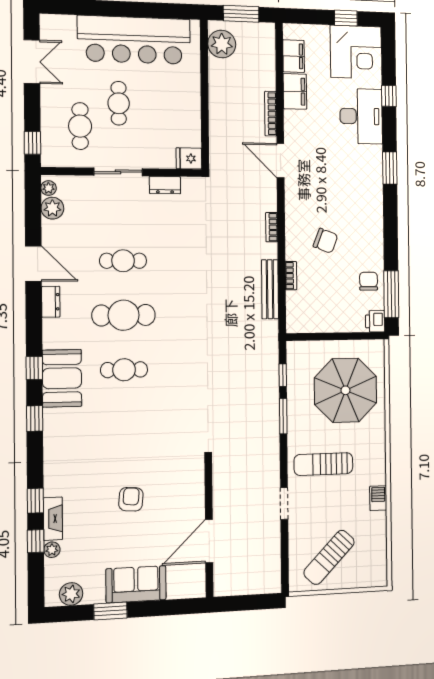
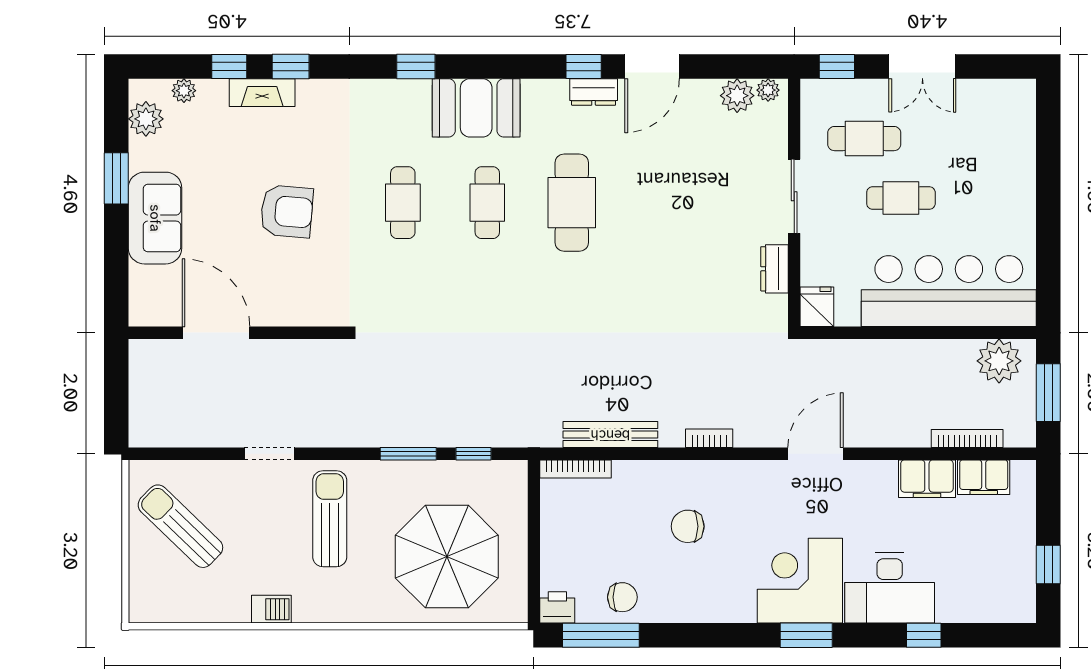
bar counter: (134, 40) -> (949, 291), moved, turned 90
corner desk: (356, 52) -> (800, 581), moved, turned 90
double door: (32, 62) -> (922, 66), moved
bookcase: (271, 114) -> (967, 439), moved
chair: (326, 241) -> (688, 526), turned 69
cafe table: (123, 261) -> (403, 203), moved
bookcase: (291, 276) -> (576, 469), moved, width x1.56
window: (34, 368) -> (584, 66), moved
armchair: (131, 499) -> (287, 211), width x1.38, depth x1.38
plant: (52, 550) -> (184, 91), moved

